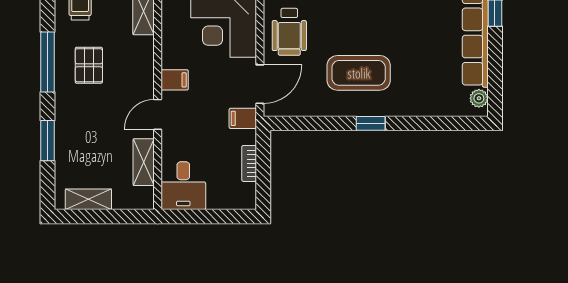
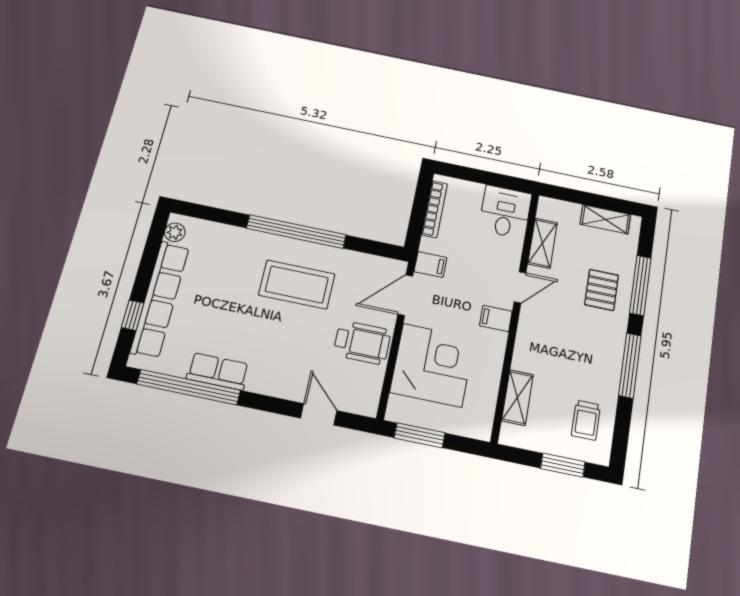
wheelchair: (289, 32) -> (362, 343), turned 90
pallet: (89, 65) -> (602, 290), moved
window: (371, 123) -> (296, 232), width x3.17
window: (47, 141) -> (640, 285), width x1.44
bookcase: (249, 163) -> (434, 209), width x1.56

